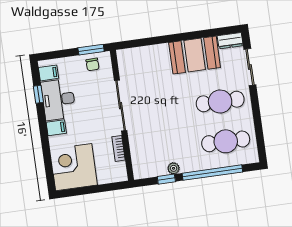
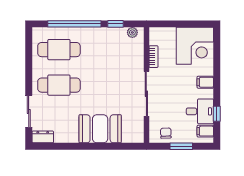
window: (91, 50) -> (181, 146), moved
booth: (195, 55) -> (100, 129), moved
desk: (58, 99) -> (200, 111), width x0.73
plant: (174, 168) -> (132, 32), moved

